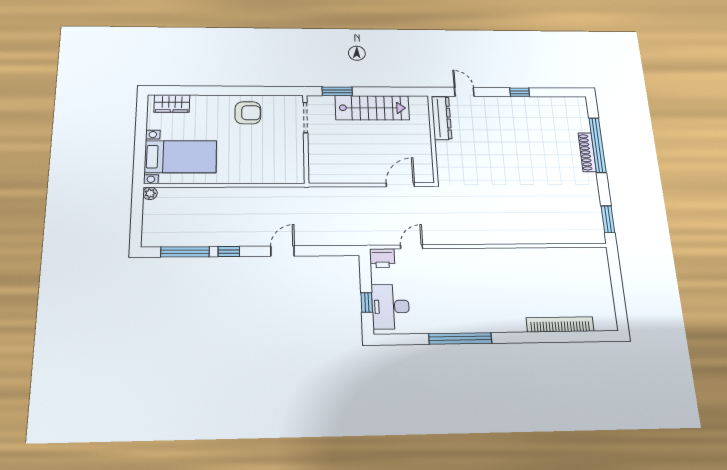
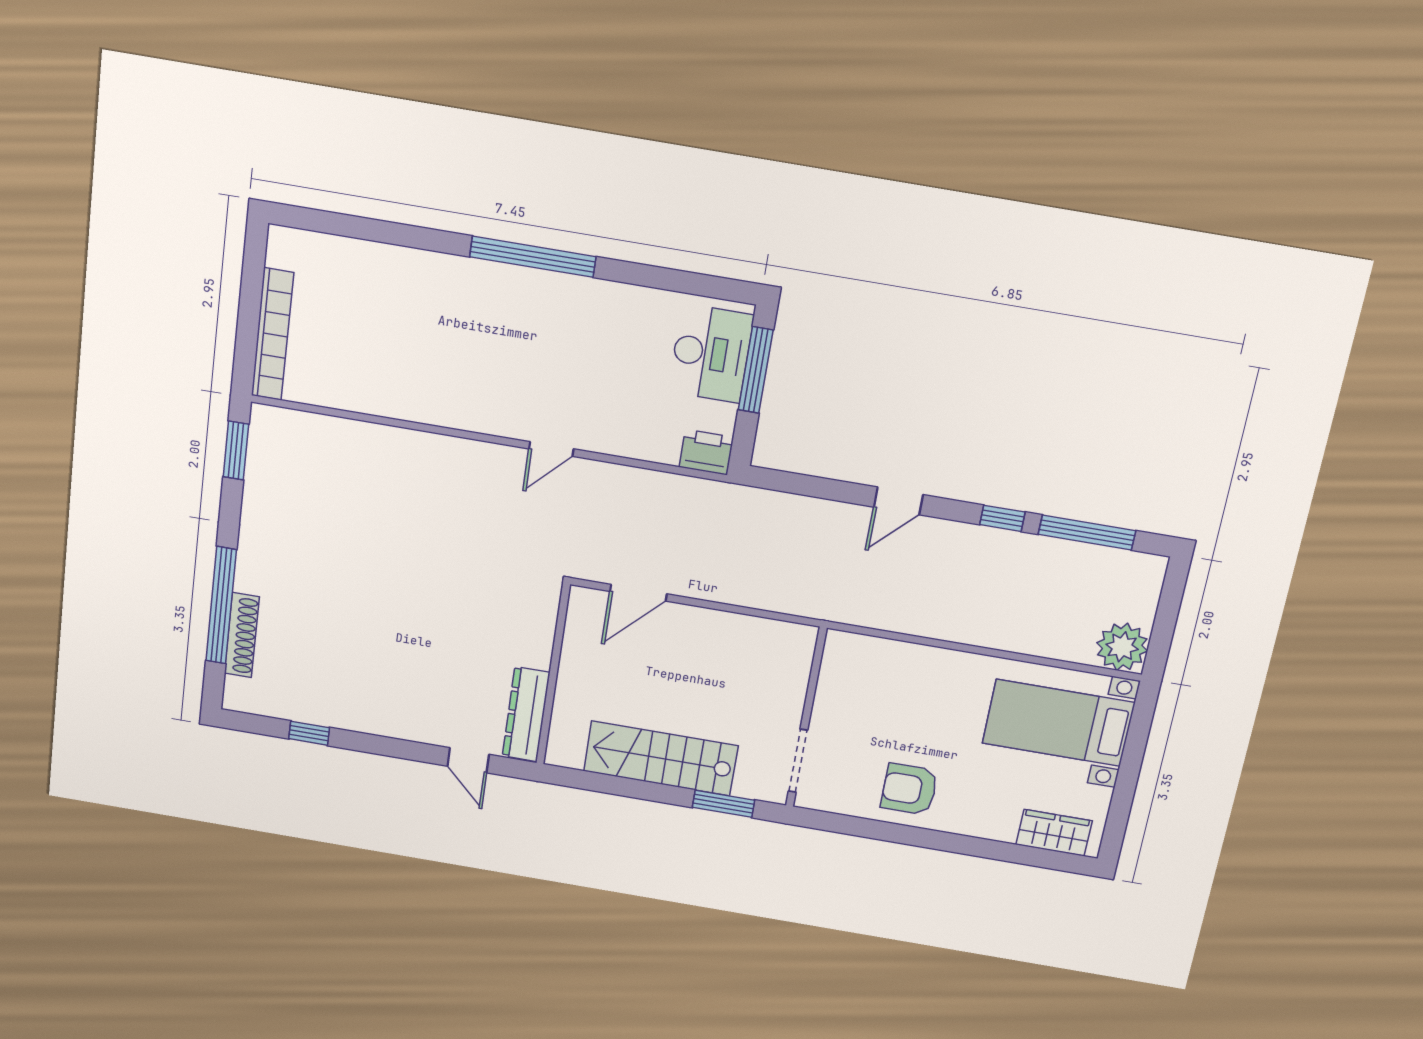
window: (520, 92) -> (309, 733), moved
shoe rack: (587, 152) -> (242, 635), moved
plant: (150, 193) -> (1122, 647), width x1.88, depth x1.88
door: (412, 247) -> (551, 449), moved
window: (367, 302) -> (756, 370), width x2.17
bookcase: (560, 324) -> (272, 334), moved, turned -90
window: (460, 338) -> (533, 257), moved

